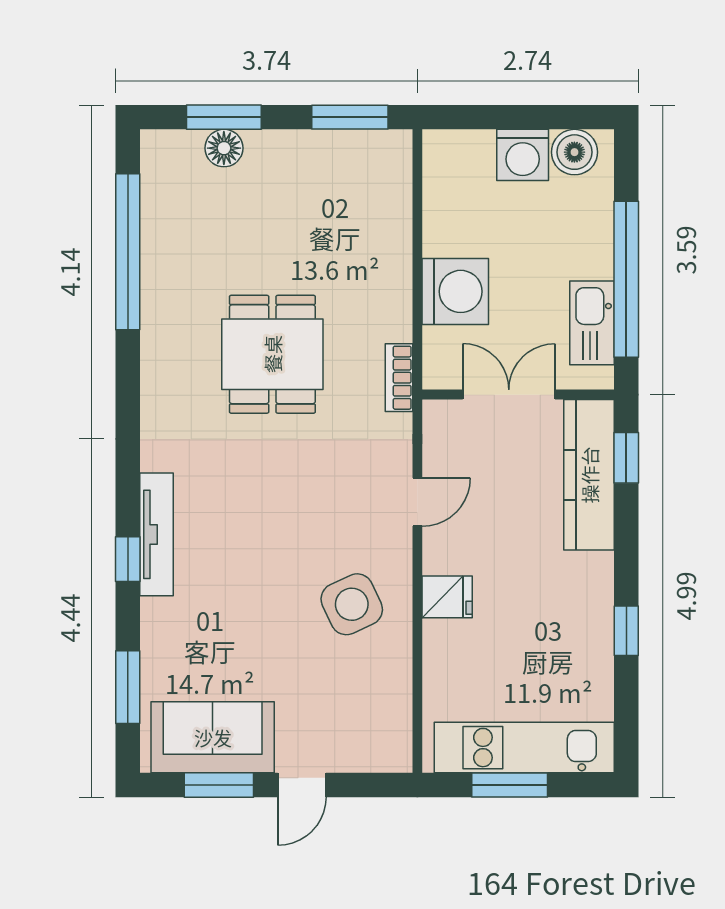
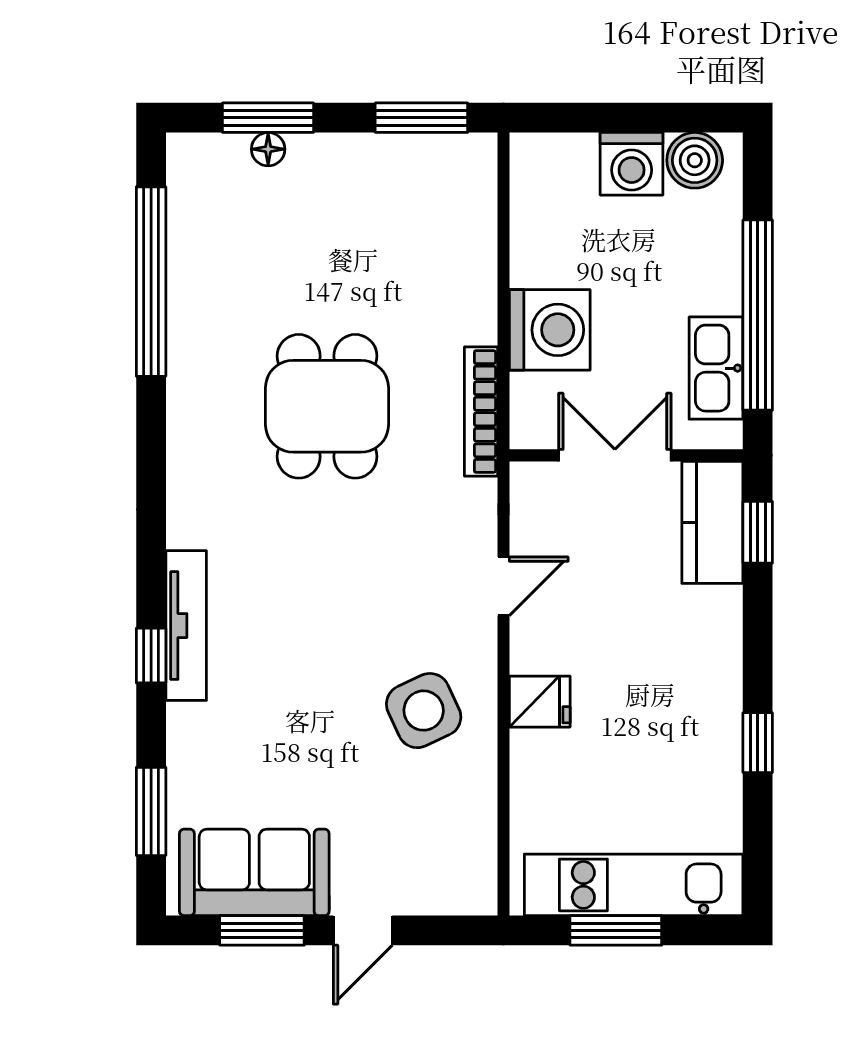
floor lamp: (224, 148) -> (268, 149), width x0.73, depth x0.73
bookcase: (399, 378) -> (481, 411), width x1.56
kitchen counter: (589, 475) -> (712, 522), width x0.67

